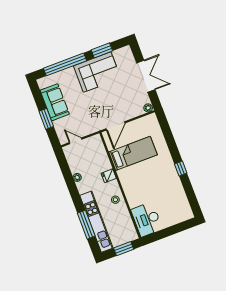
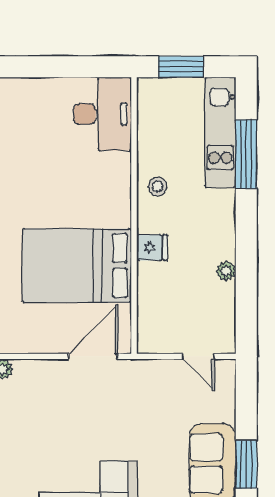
window: (46, 119) -> (246, 464), moved
bed: (133, 153) -> (77, 265), width x1.50
kitchen unit: (96, 222) -> (220, 132), width x0.73

